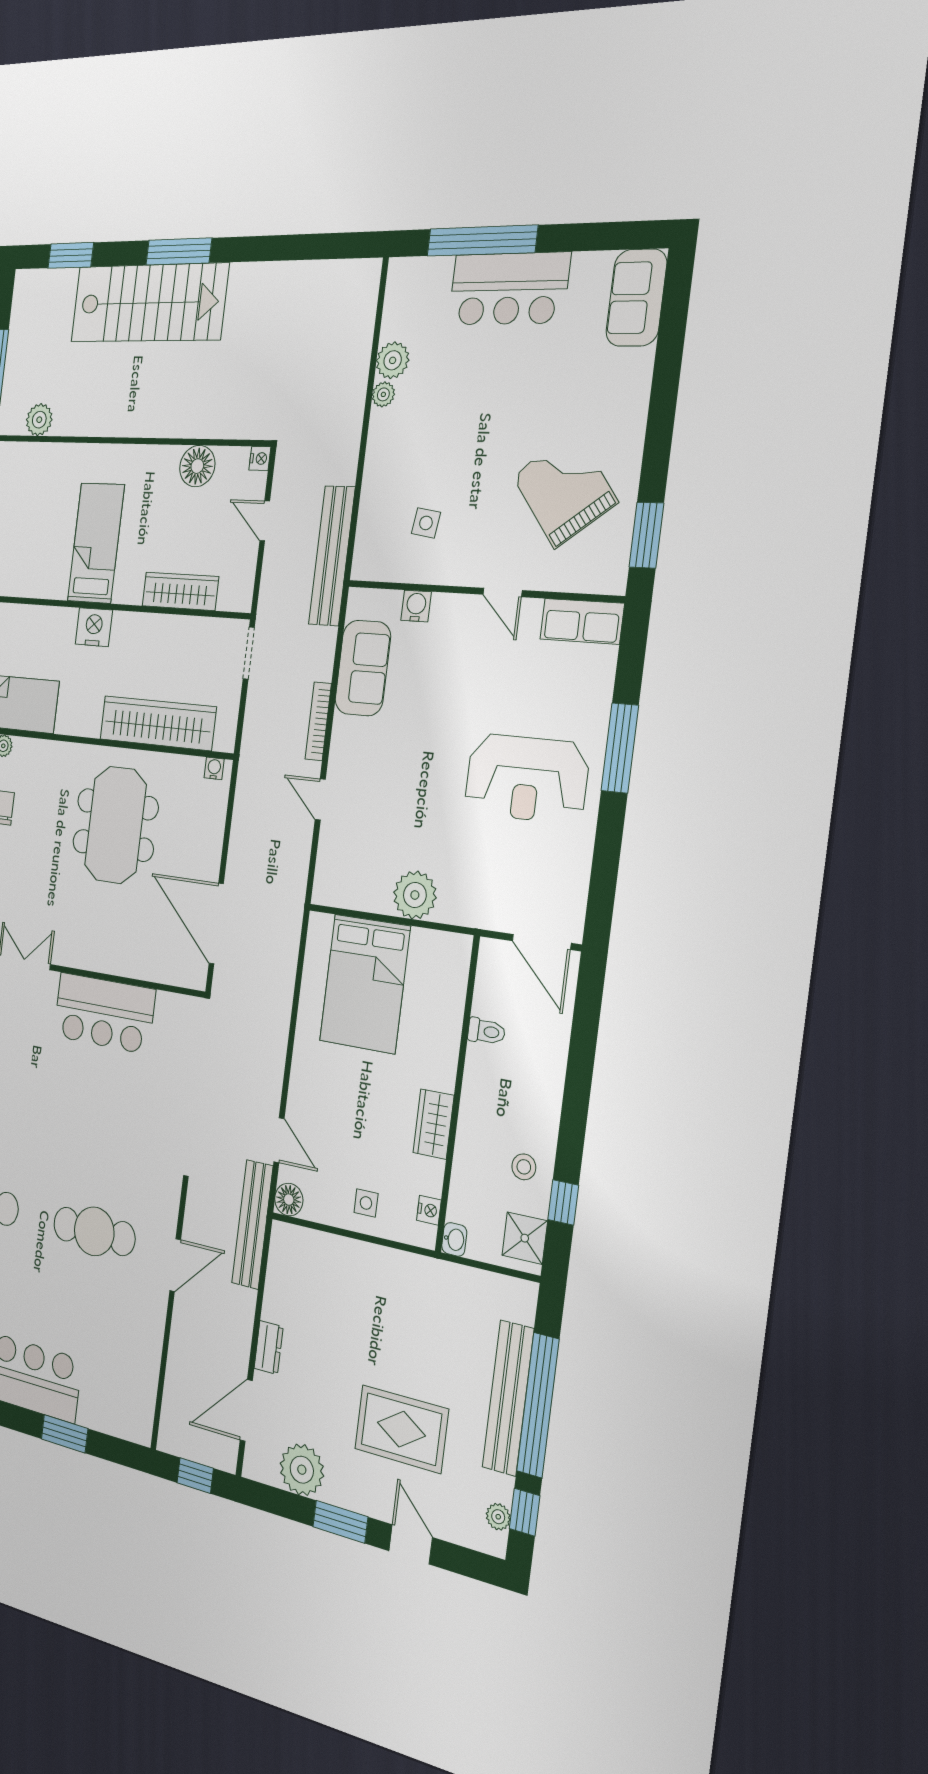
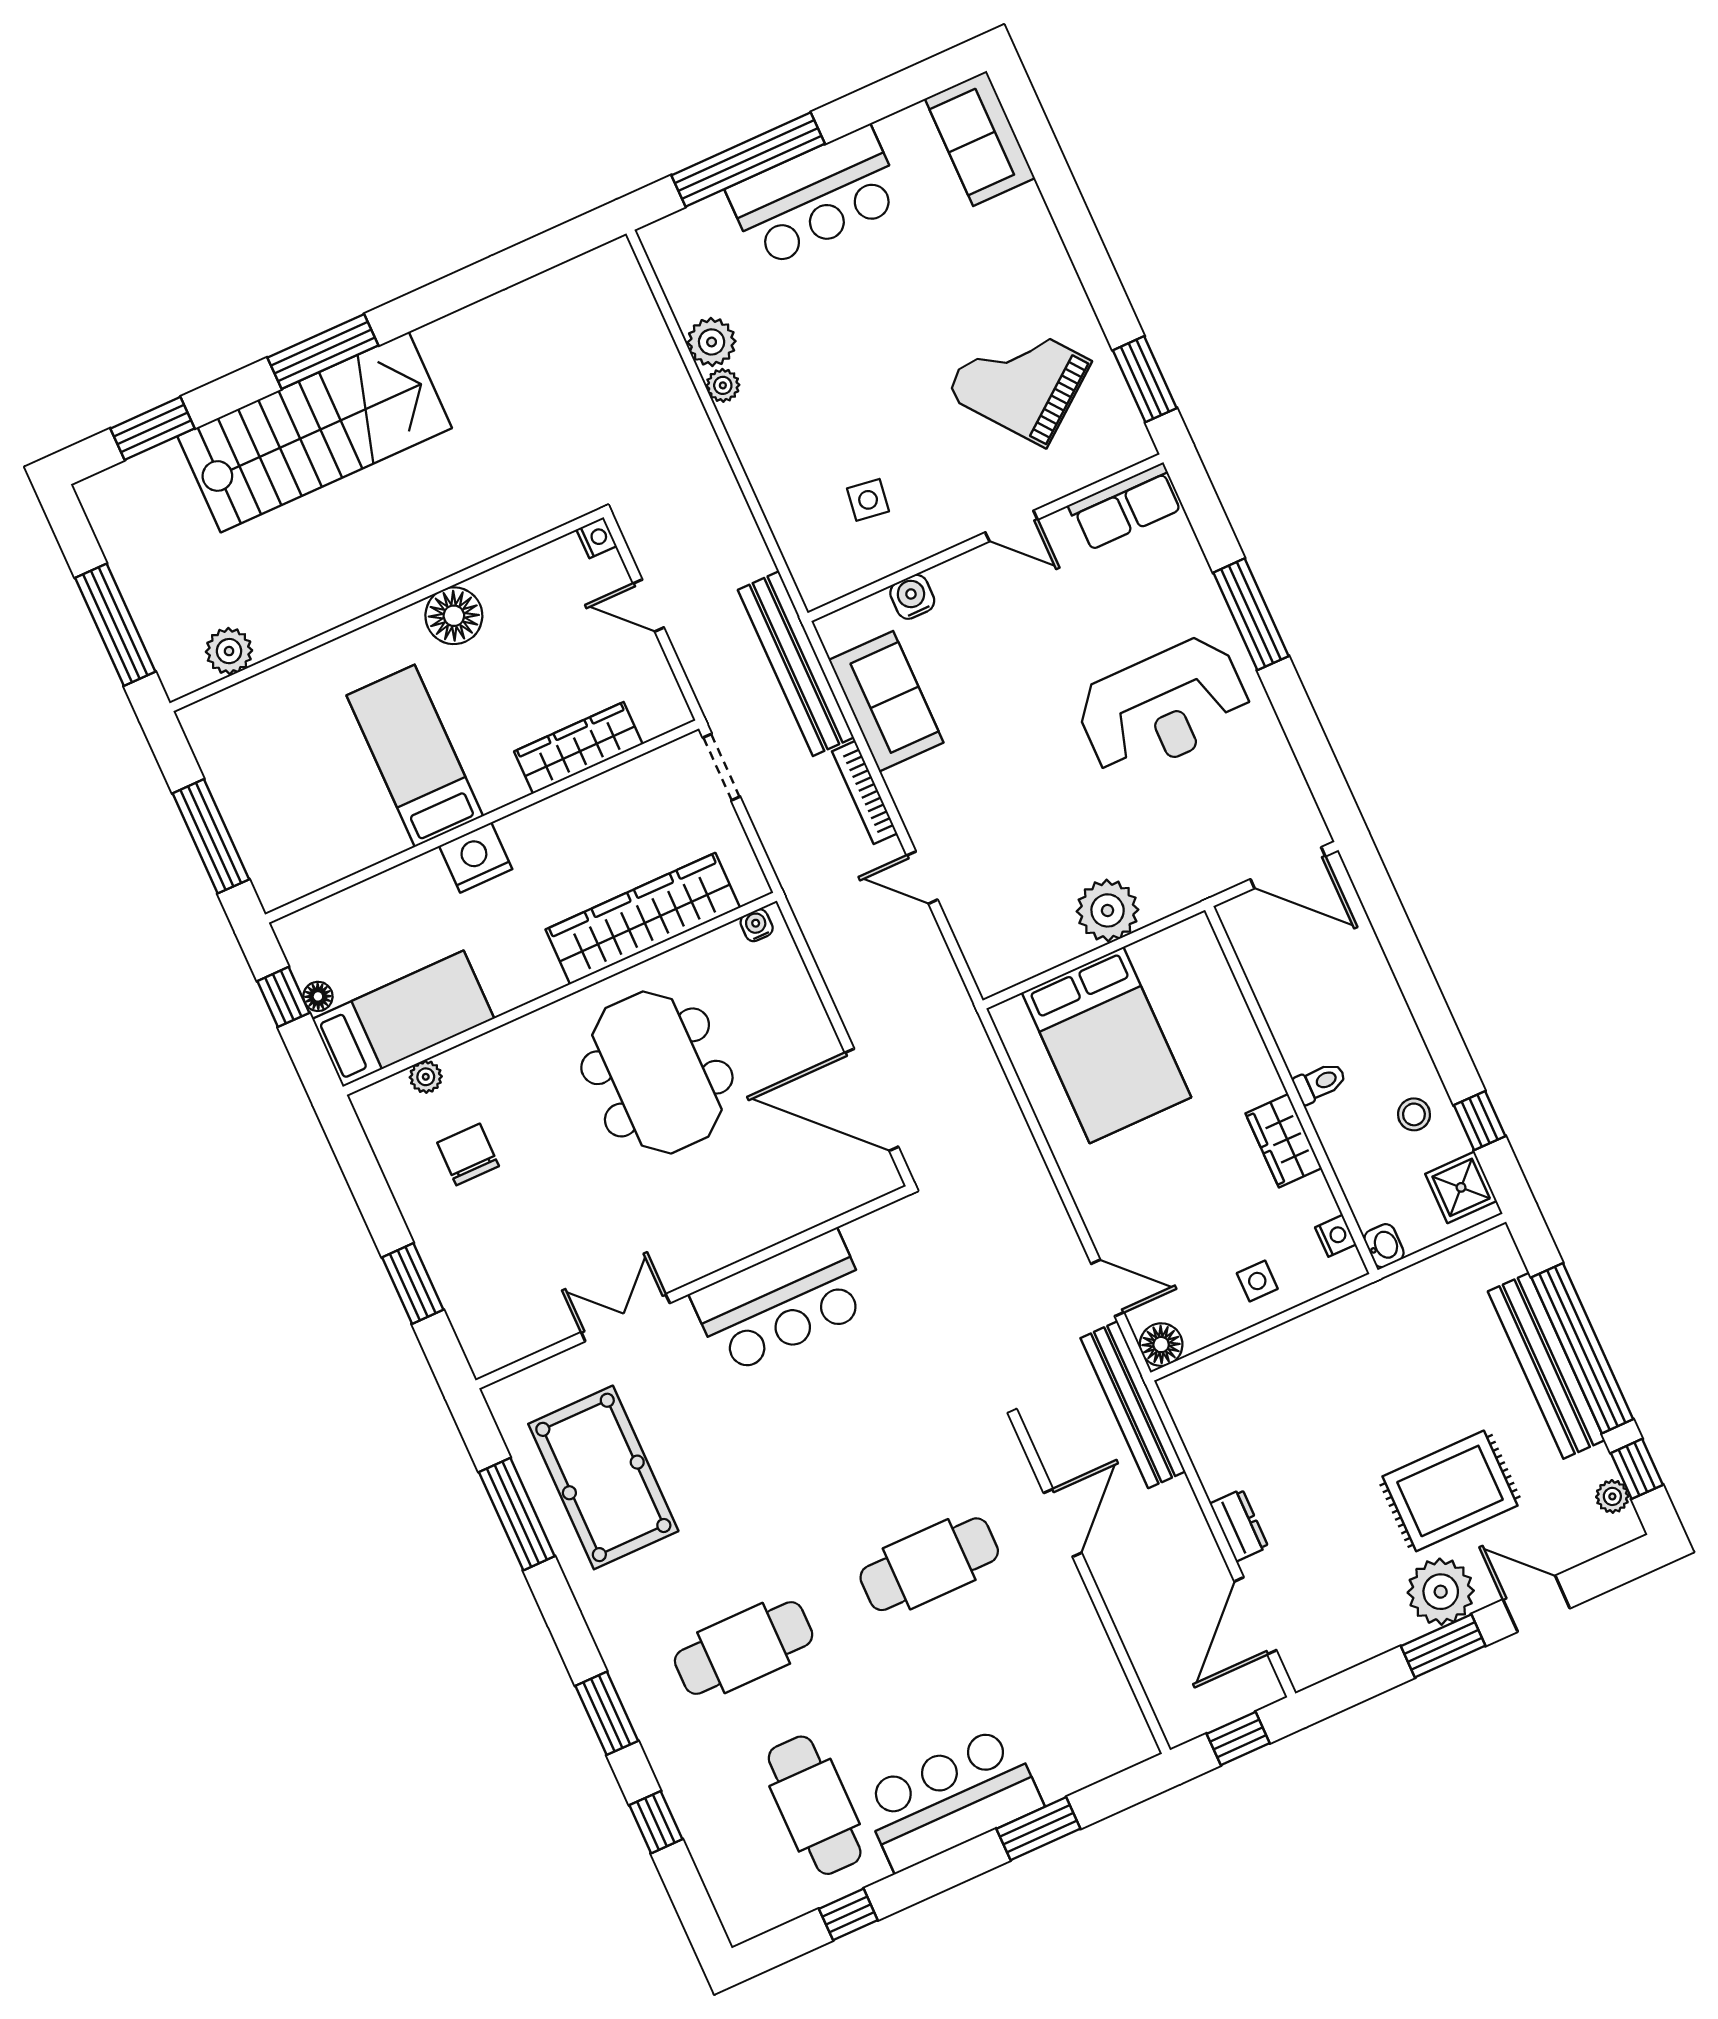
floor lamp: (197, 466) -> (454, 616), moved
bench: (332, 556) -> (796, 664), moved
toilet: (486, 1031) -> (1320, 1083), moved
plant: (302, 1470) -> (1441, 1592), moved

